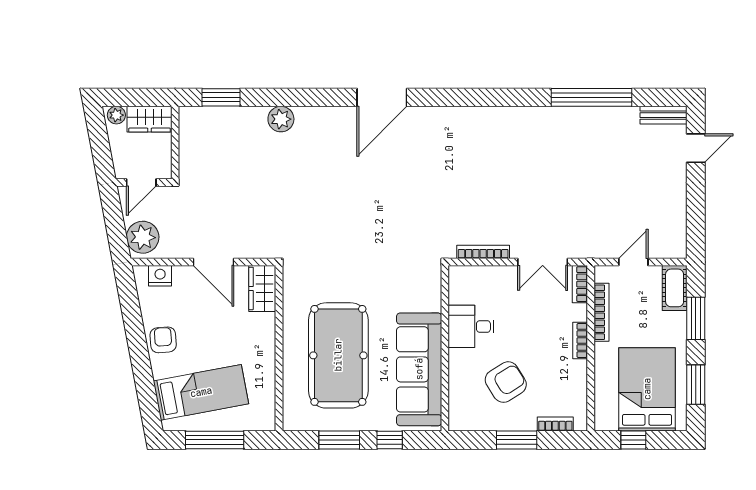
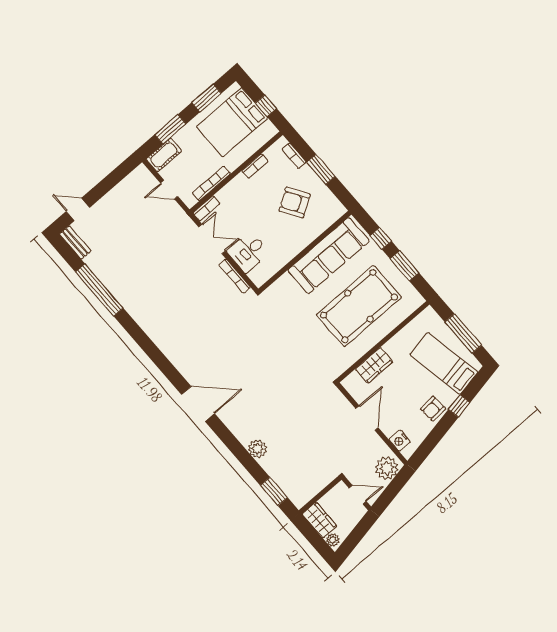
wardrobe: (262, 288) -> (374, 365), moved
desk: (471, 326) -> (248, 252), moved, turned 90
bookcase: (580, 341) -> (255, 166), moved
window: (142, 370) -> (459, 406), added

